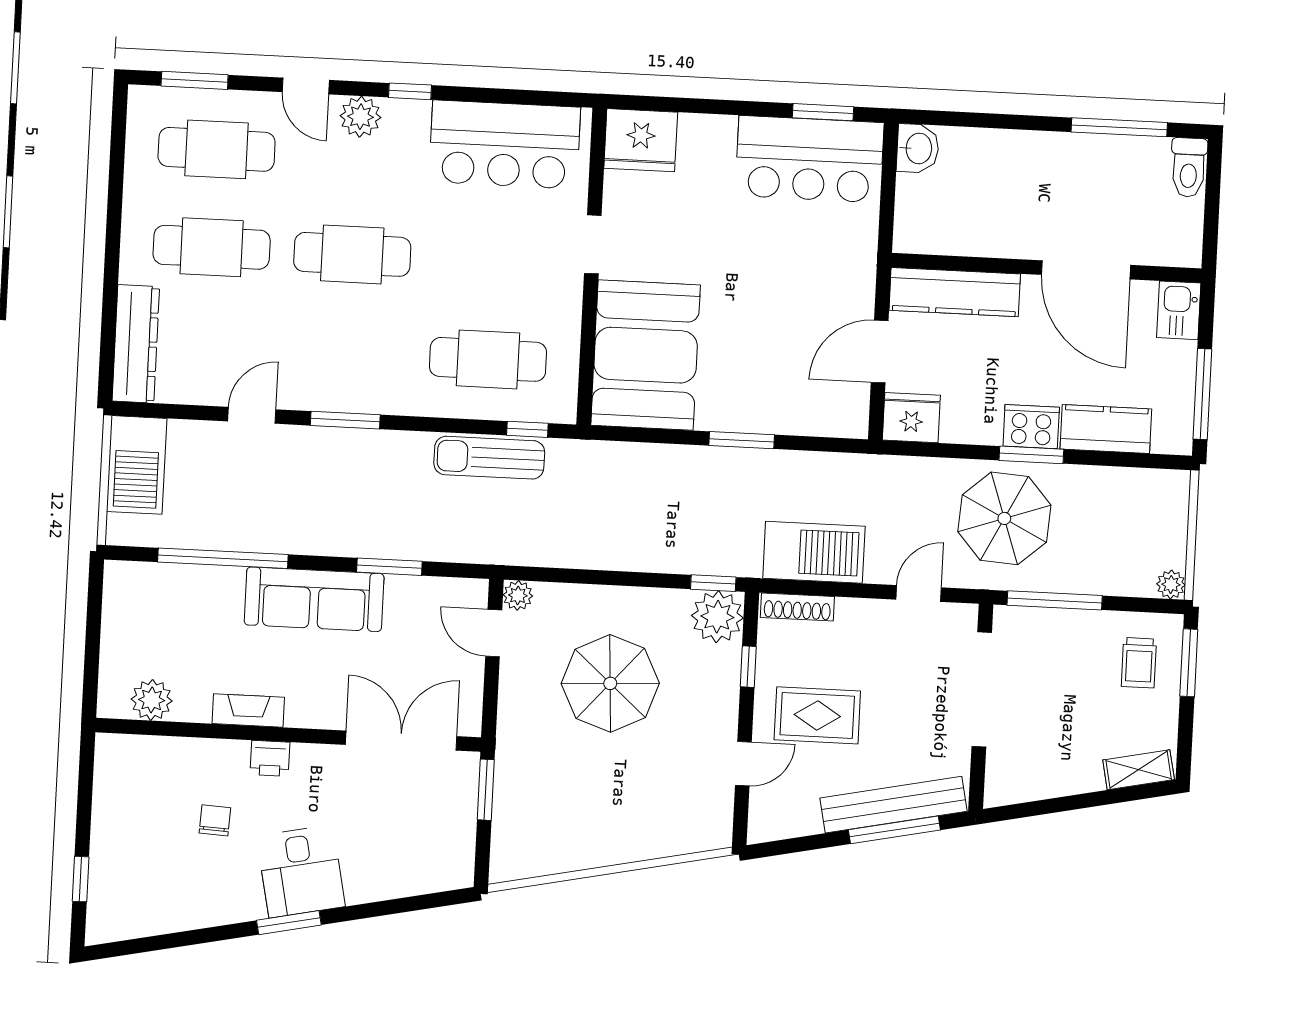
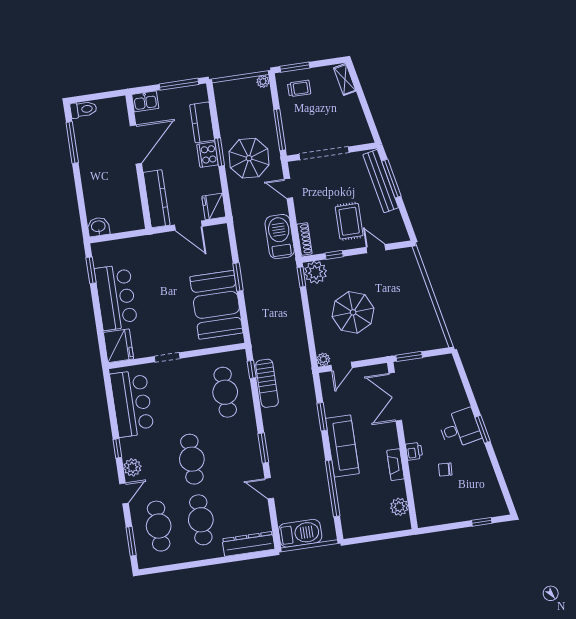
bar counter: (810, 159) -> (116, 297), moved
booth: (646, 355) -> (216, 305), moved, turned 90

